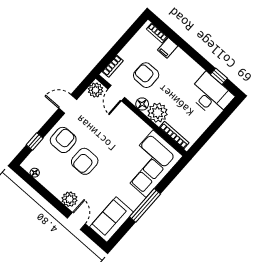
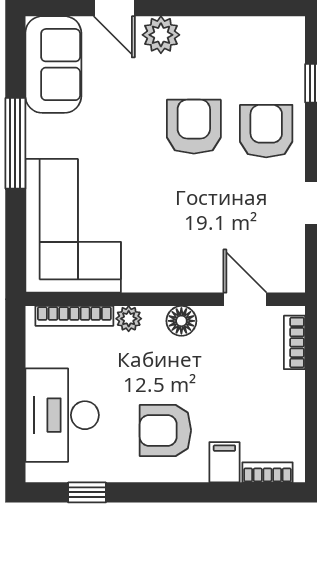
armchair: (146, 75) -> (165, 430), moved, turned 180
plant: (96, 90) -> (287, 272), removed
desk: (211, 95) -> (62, 415), moved, turned 90
plant: (158, 113) -> (129, 319), width x0.53, depth x0.53
armchair: (63, 140) -> (266, 131), turned 180
floor lamp: (35, 173) -> (266, 27), removed

